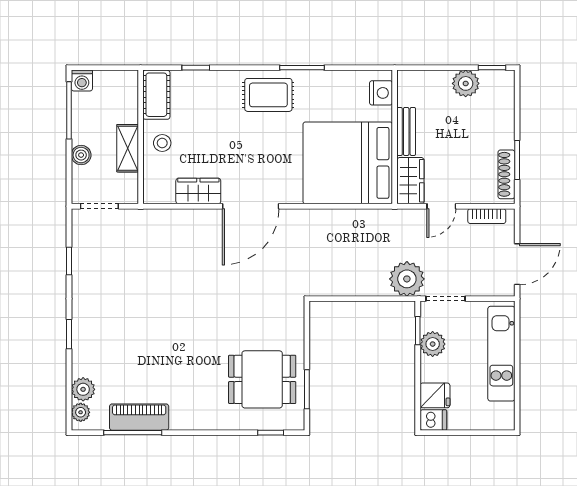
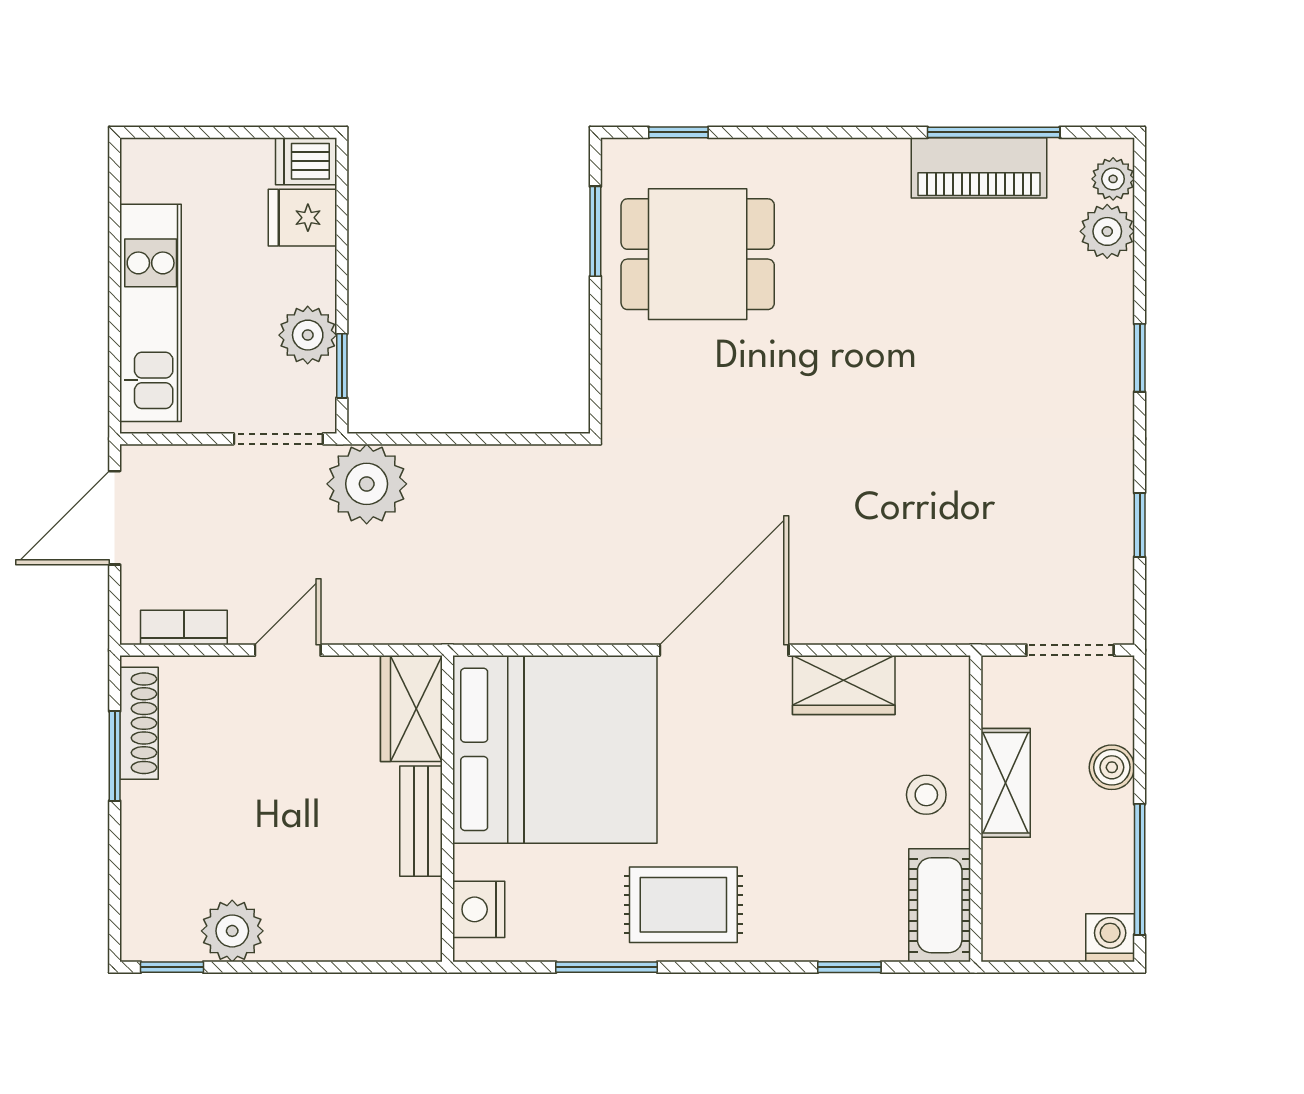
nightstand: (381, 93) -> (479, 909), moved
bench: (406, 131) -> (421, 821), moved
wall: (395, 137) -> (447, 809), moved
bed: (348, 163) -> (555, 749), moved
wardrobe: (410, 181) -> (411, 709), moved

